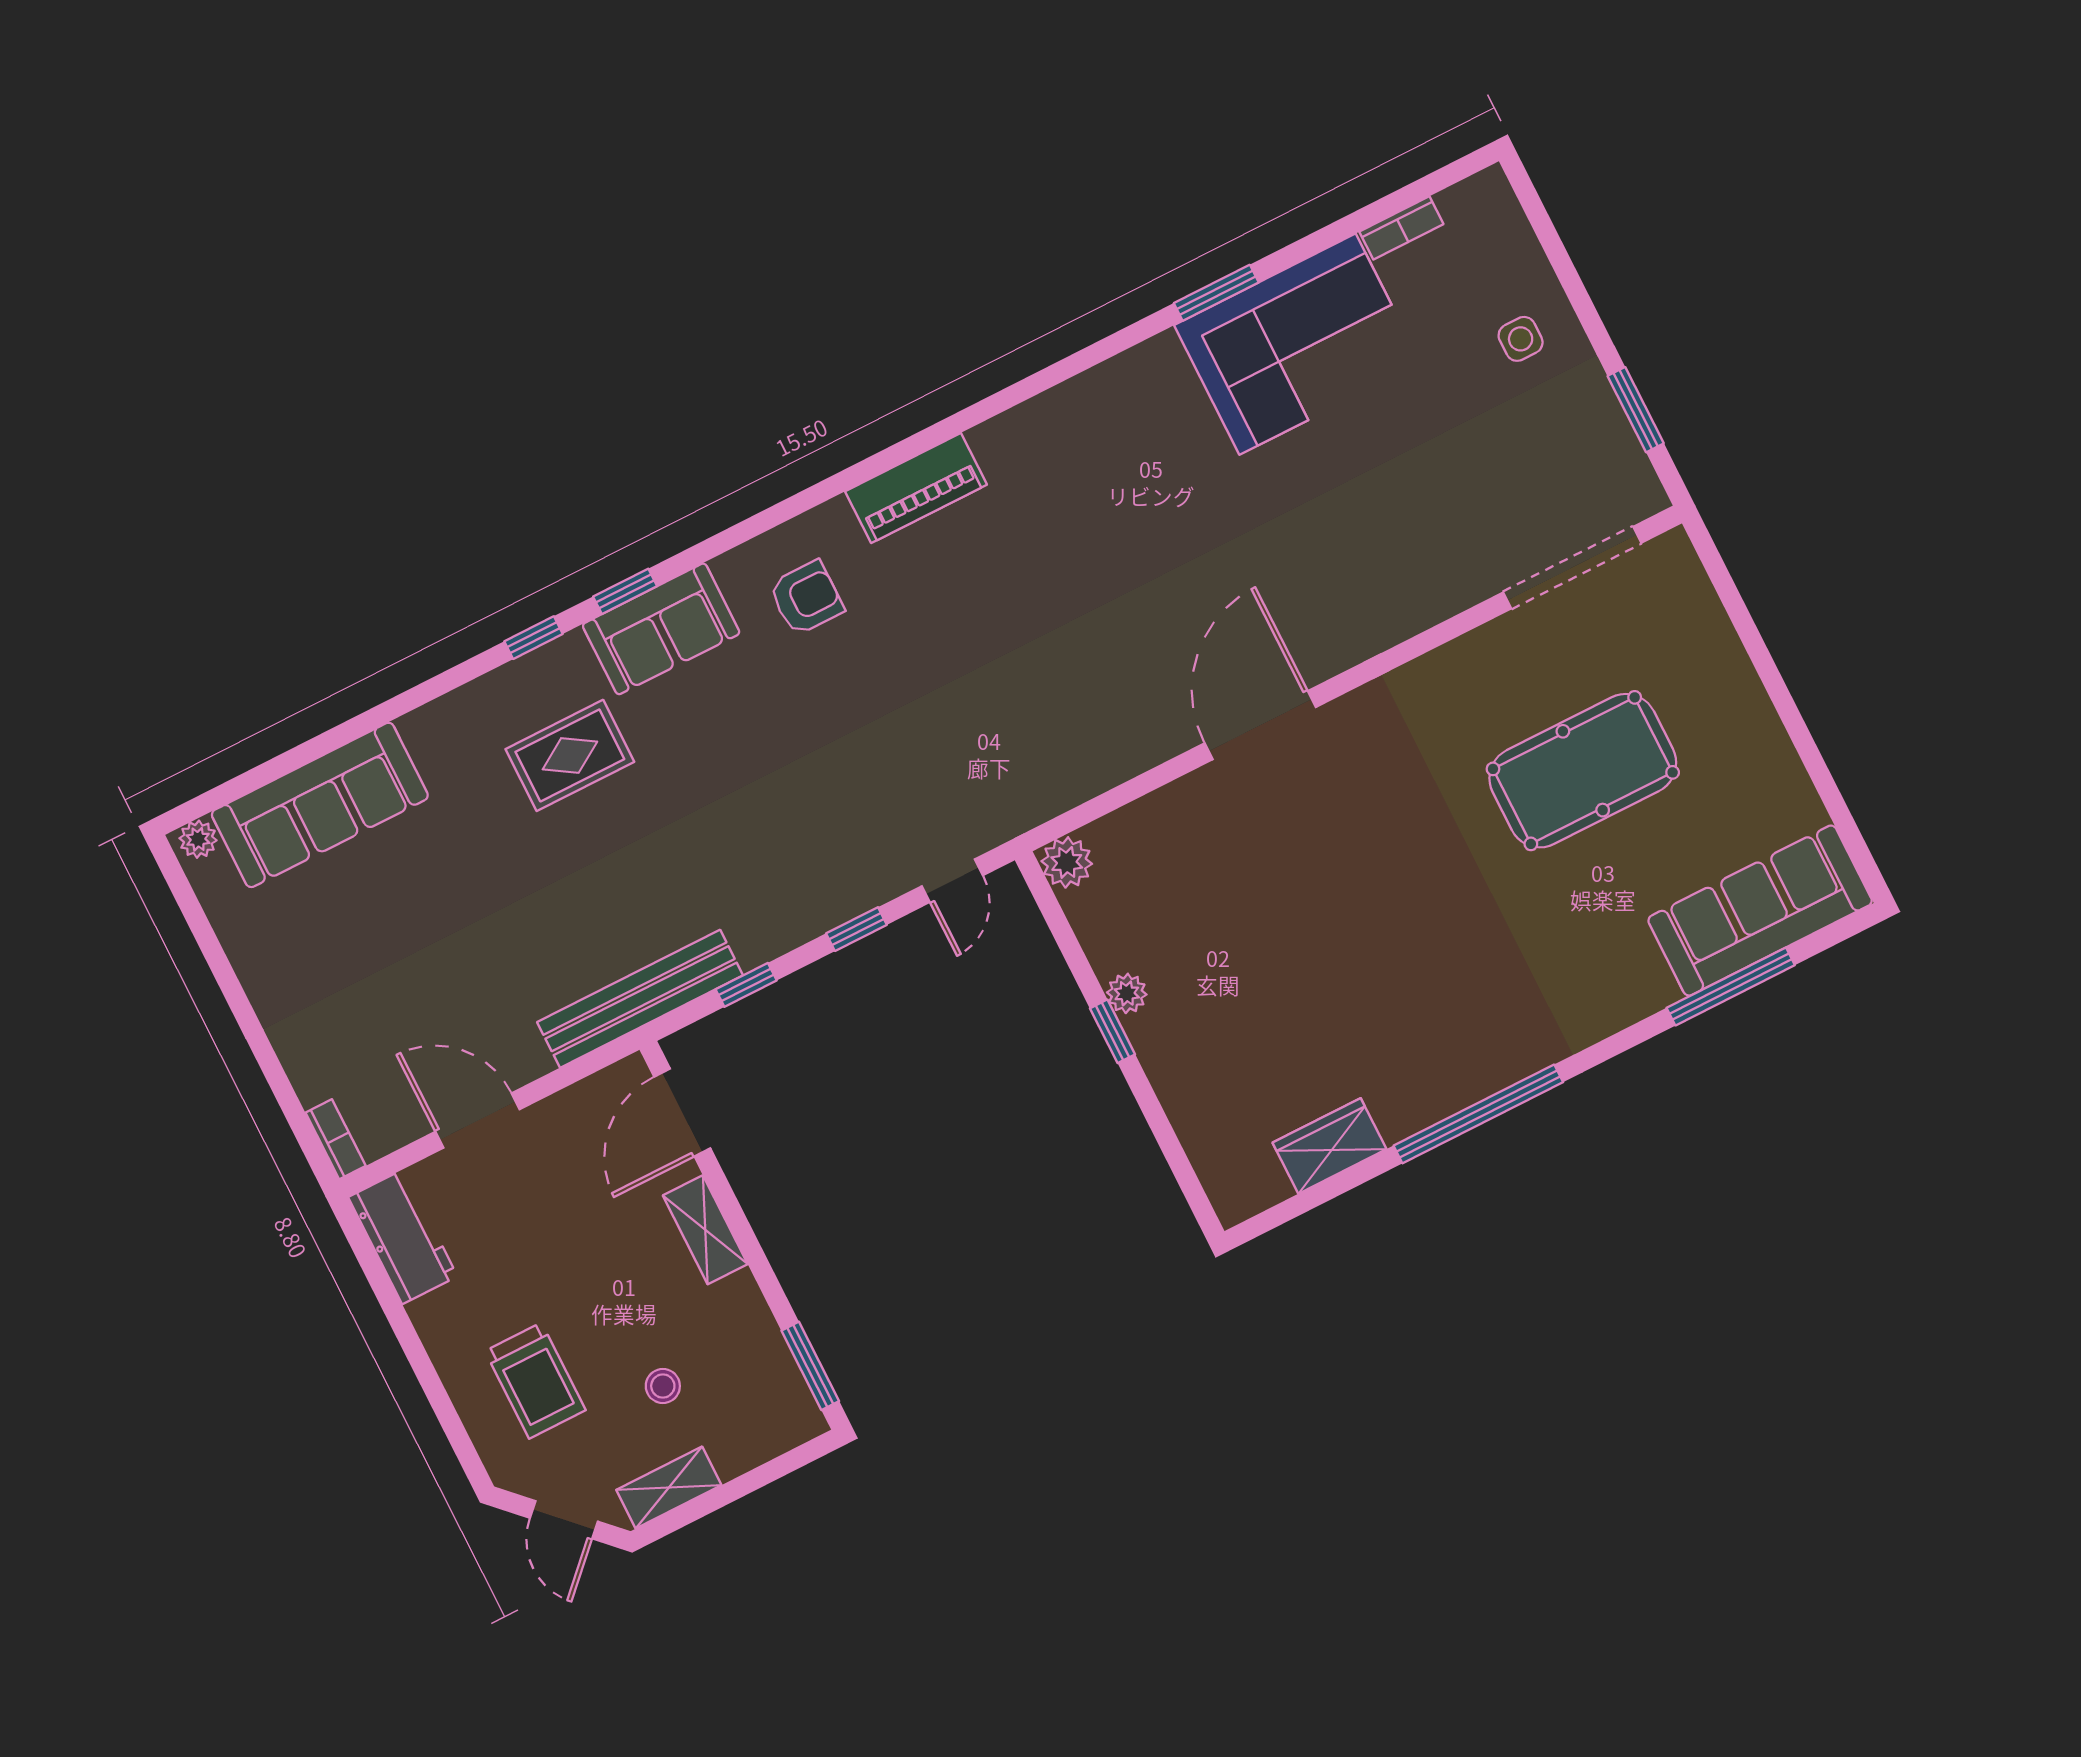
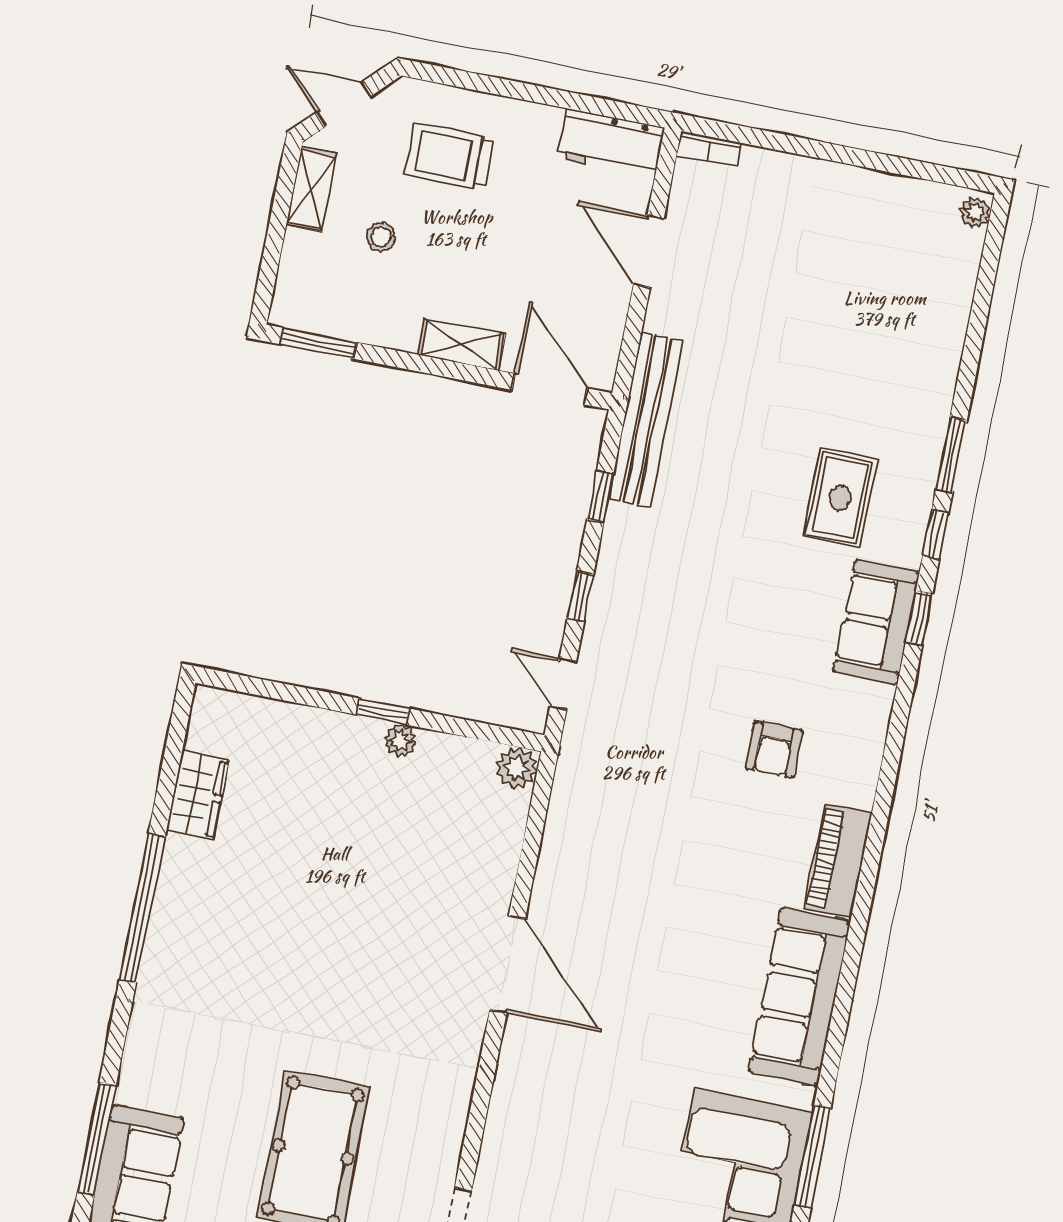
window: (1216, 293) -> (812, 1156), width x1.44
armchair: (806, 598) -> (774, 749), moved
window: (446, 682) -> (951, 455), added
sofa: (320, 805) -> (799, 997), moved
door: (478, 1121) -> (649, 251), swing flipped

